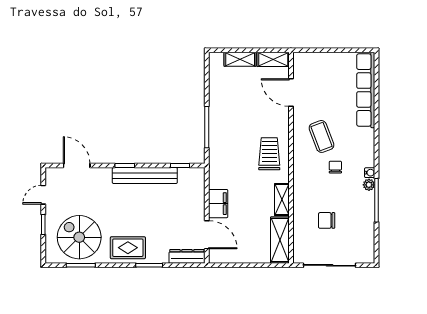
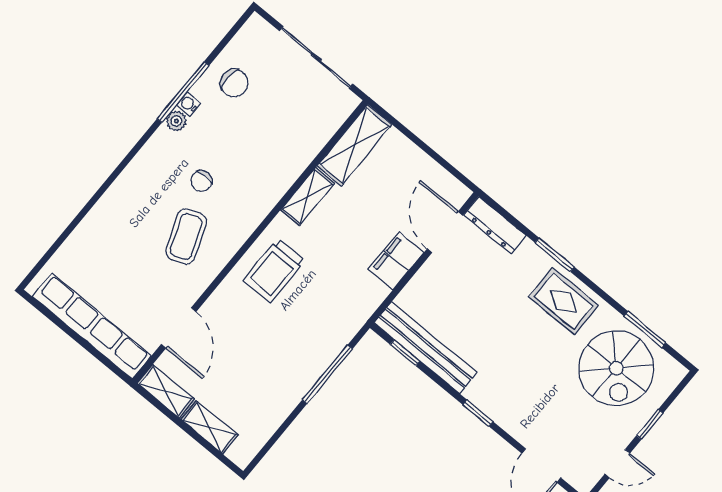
row of seats: (366, 90) -> (92, 326), moved, turned -90
water cooler: (370, 173) -> (188, 104), moved
bench: (145, 176) -> (426, 348), moved
chair: (327, 220) -> (234, 83), moved

